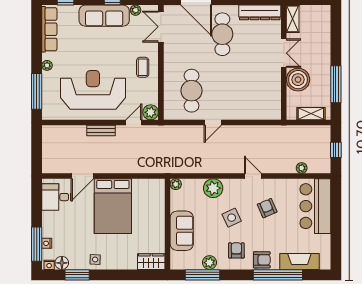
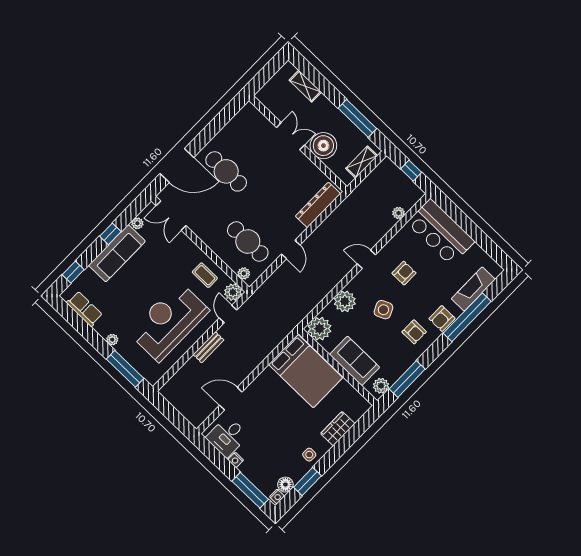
dresser: (260, 12) -> (318, 205), moved, turned 180
shelving: (293, 19) -> (305, 86), moved
row of seats: (49, 29) -> (84, 309), width x0.68
coffee table: (143, 67) -> (205, 275), moved
plant: (169, 108) -> (244, 273), added
door: (82, 176) -> (231, 399), swing flipped
plant: (176, 184) -> (320, 329), width x1.87, depth x1.87
bed: (113, 206) -> (306, 371), moved
armchair: (267, 208) -> (404, 273), turned 113
nightstand: (47, 243) -> (236, 460), moved
armchair: (236, 250) -> (414, 332), turned 180
armchair: (262, 260) -> (442, 319), turned 180
wardrobe: (151, 262) -> (338, 429), moved
plant: (209, 263) -> (381, 386), moved

